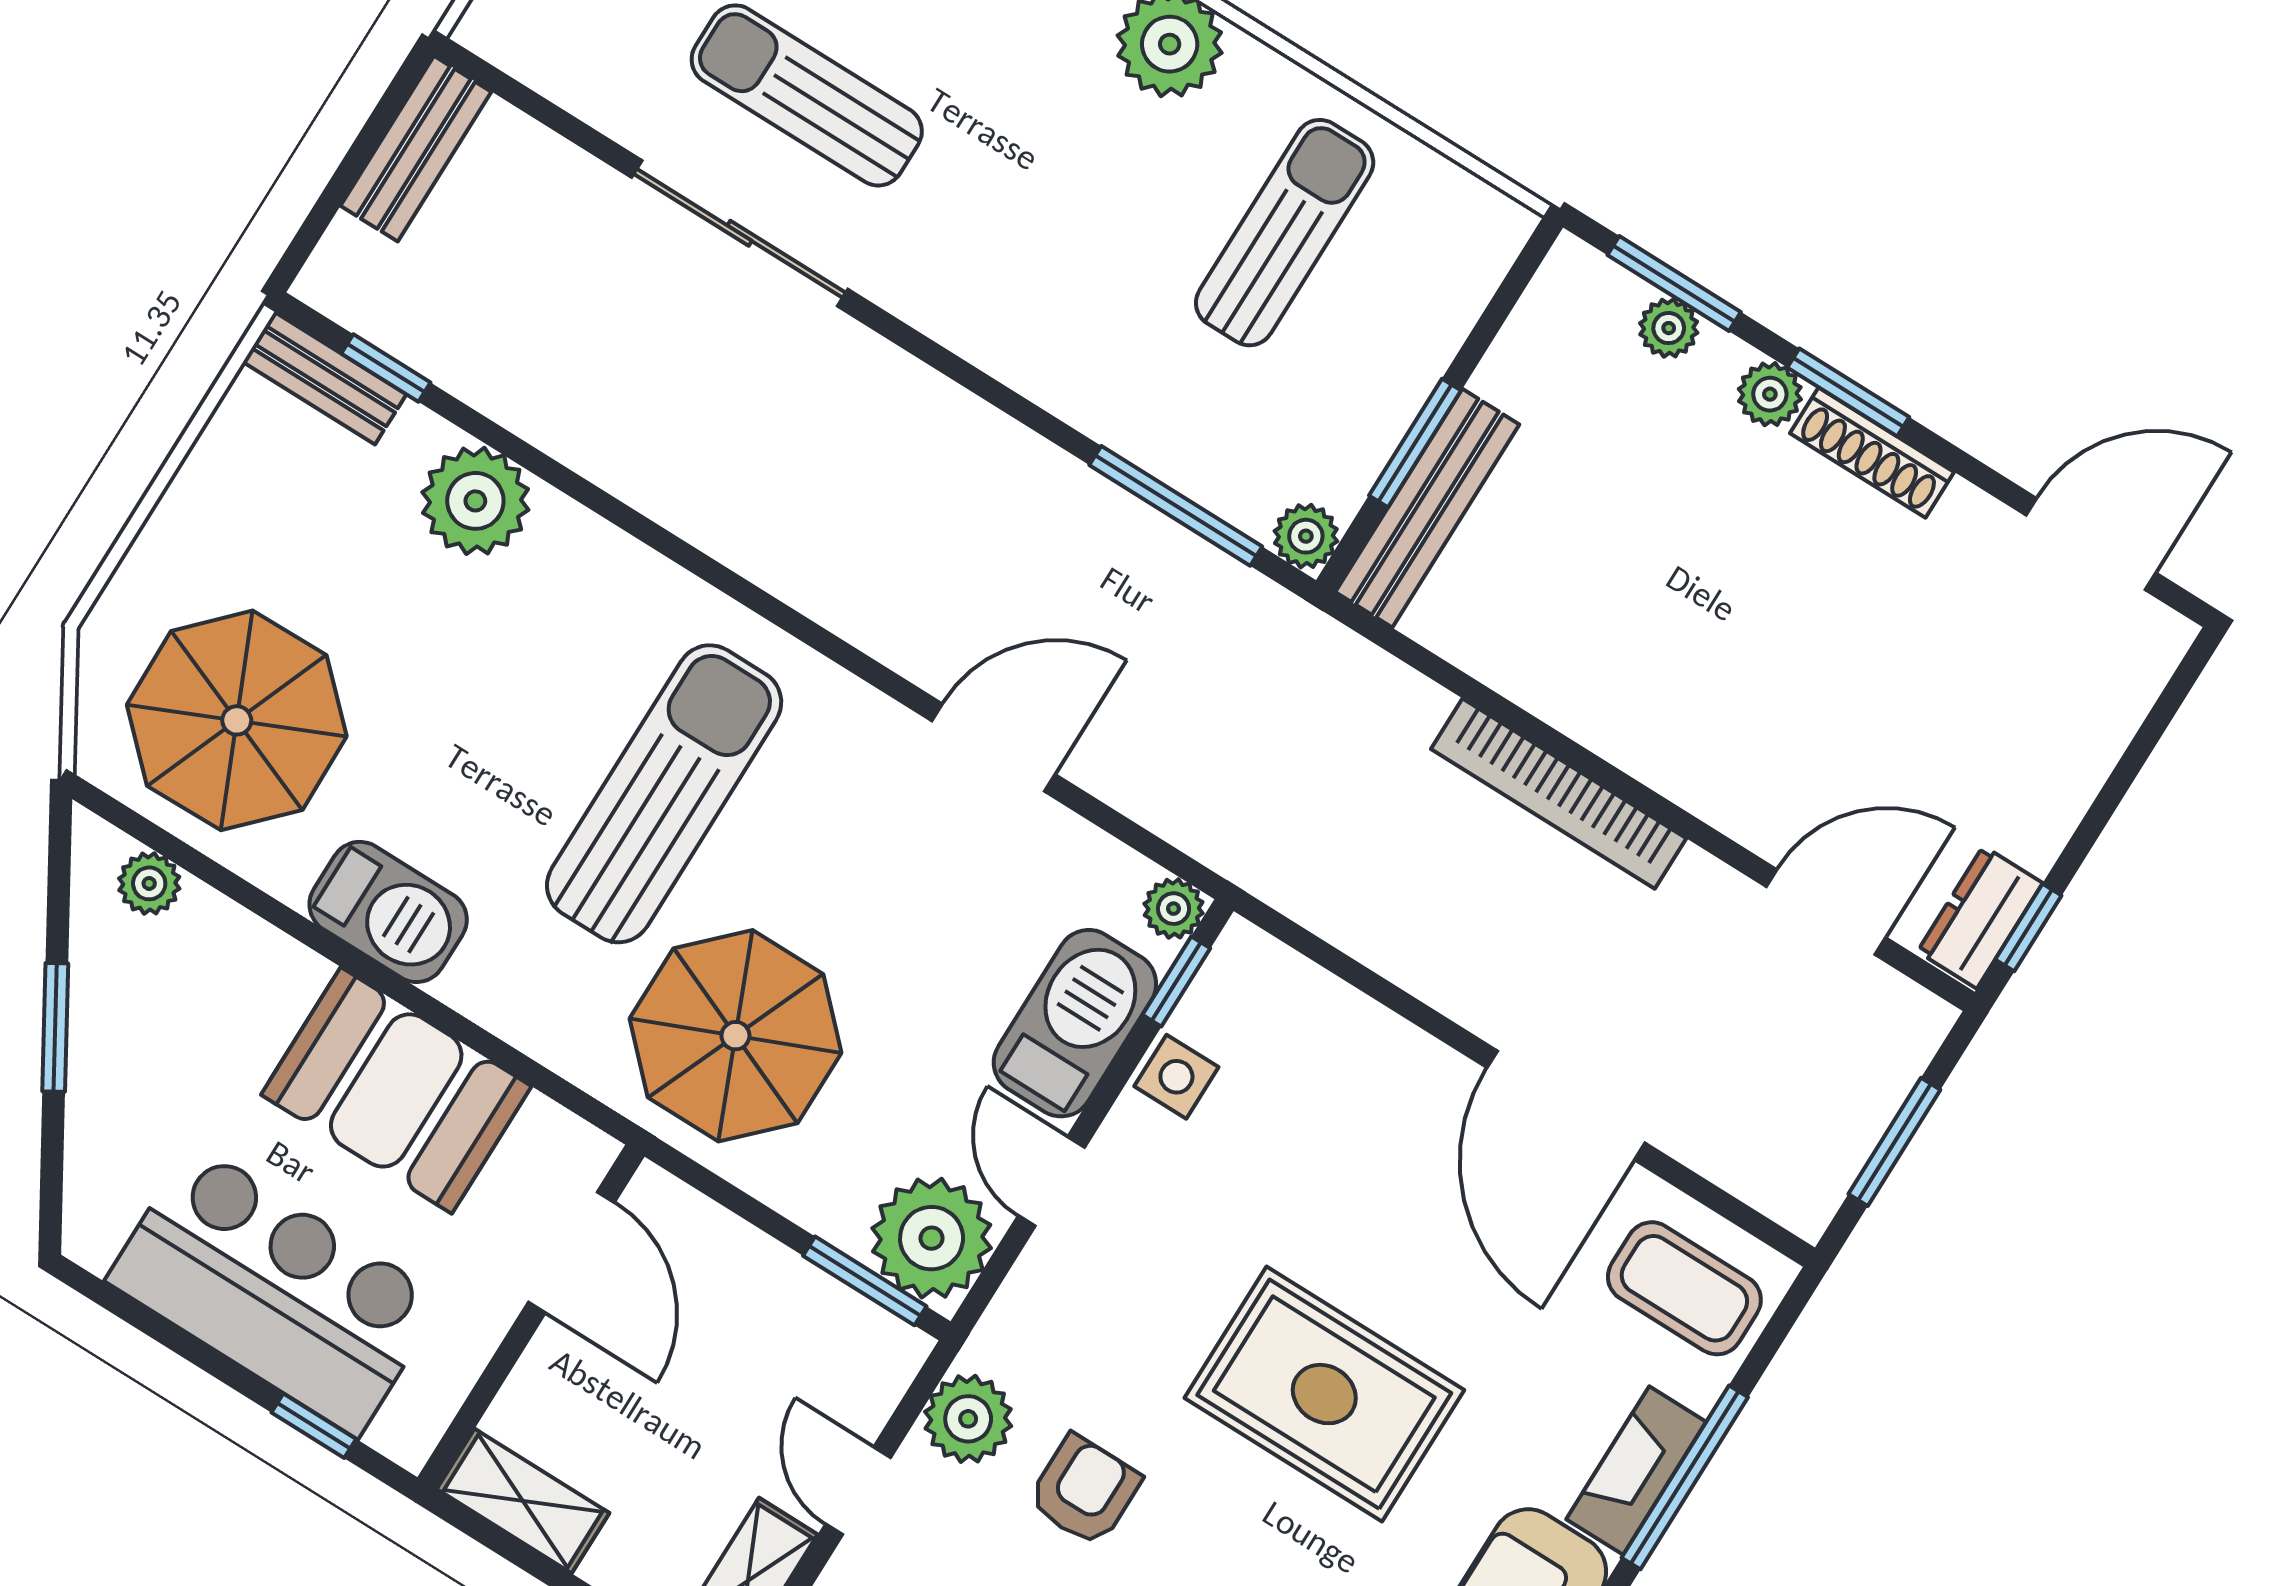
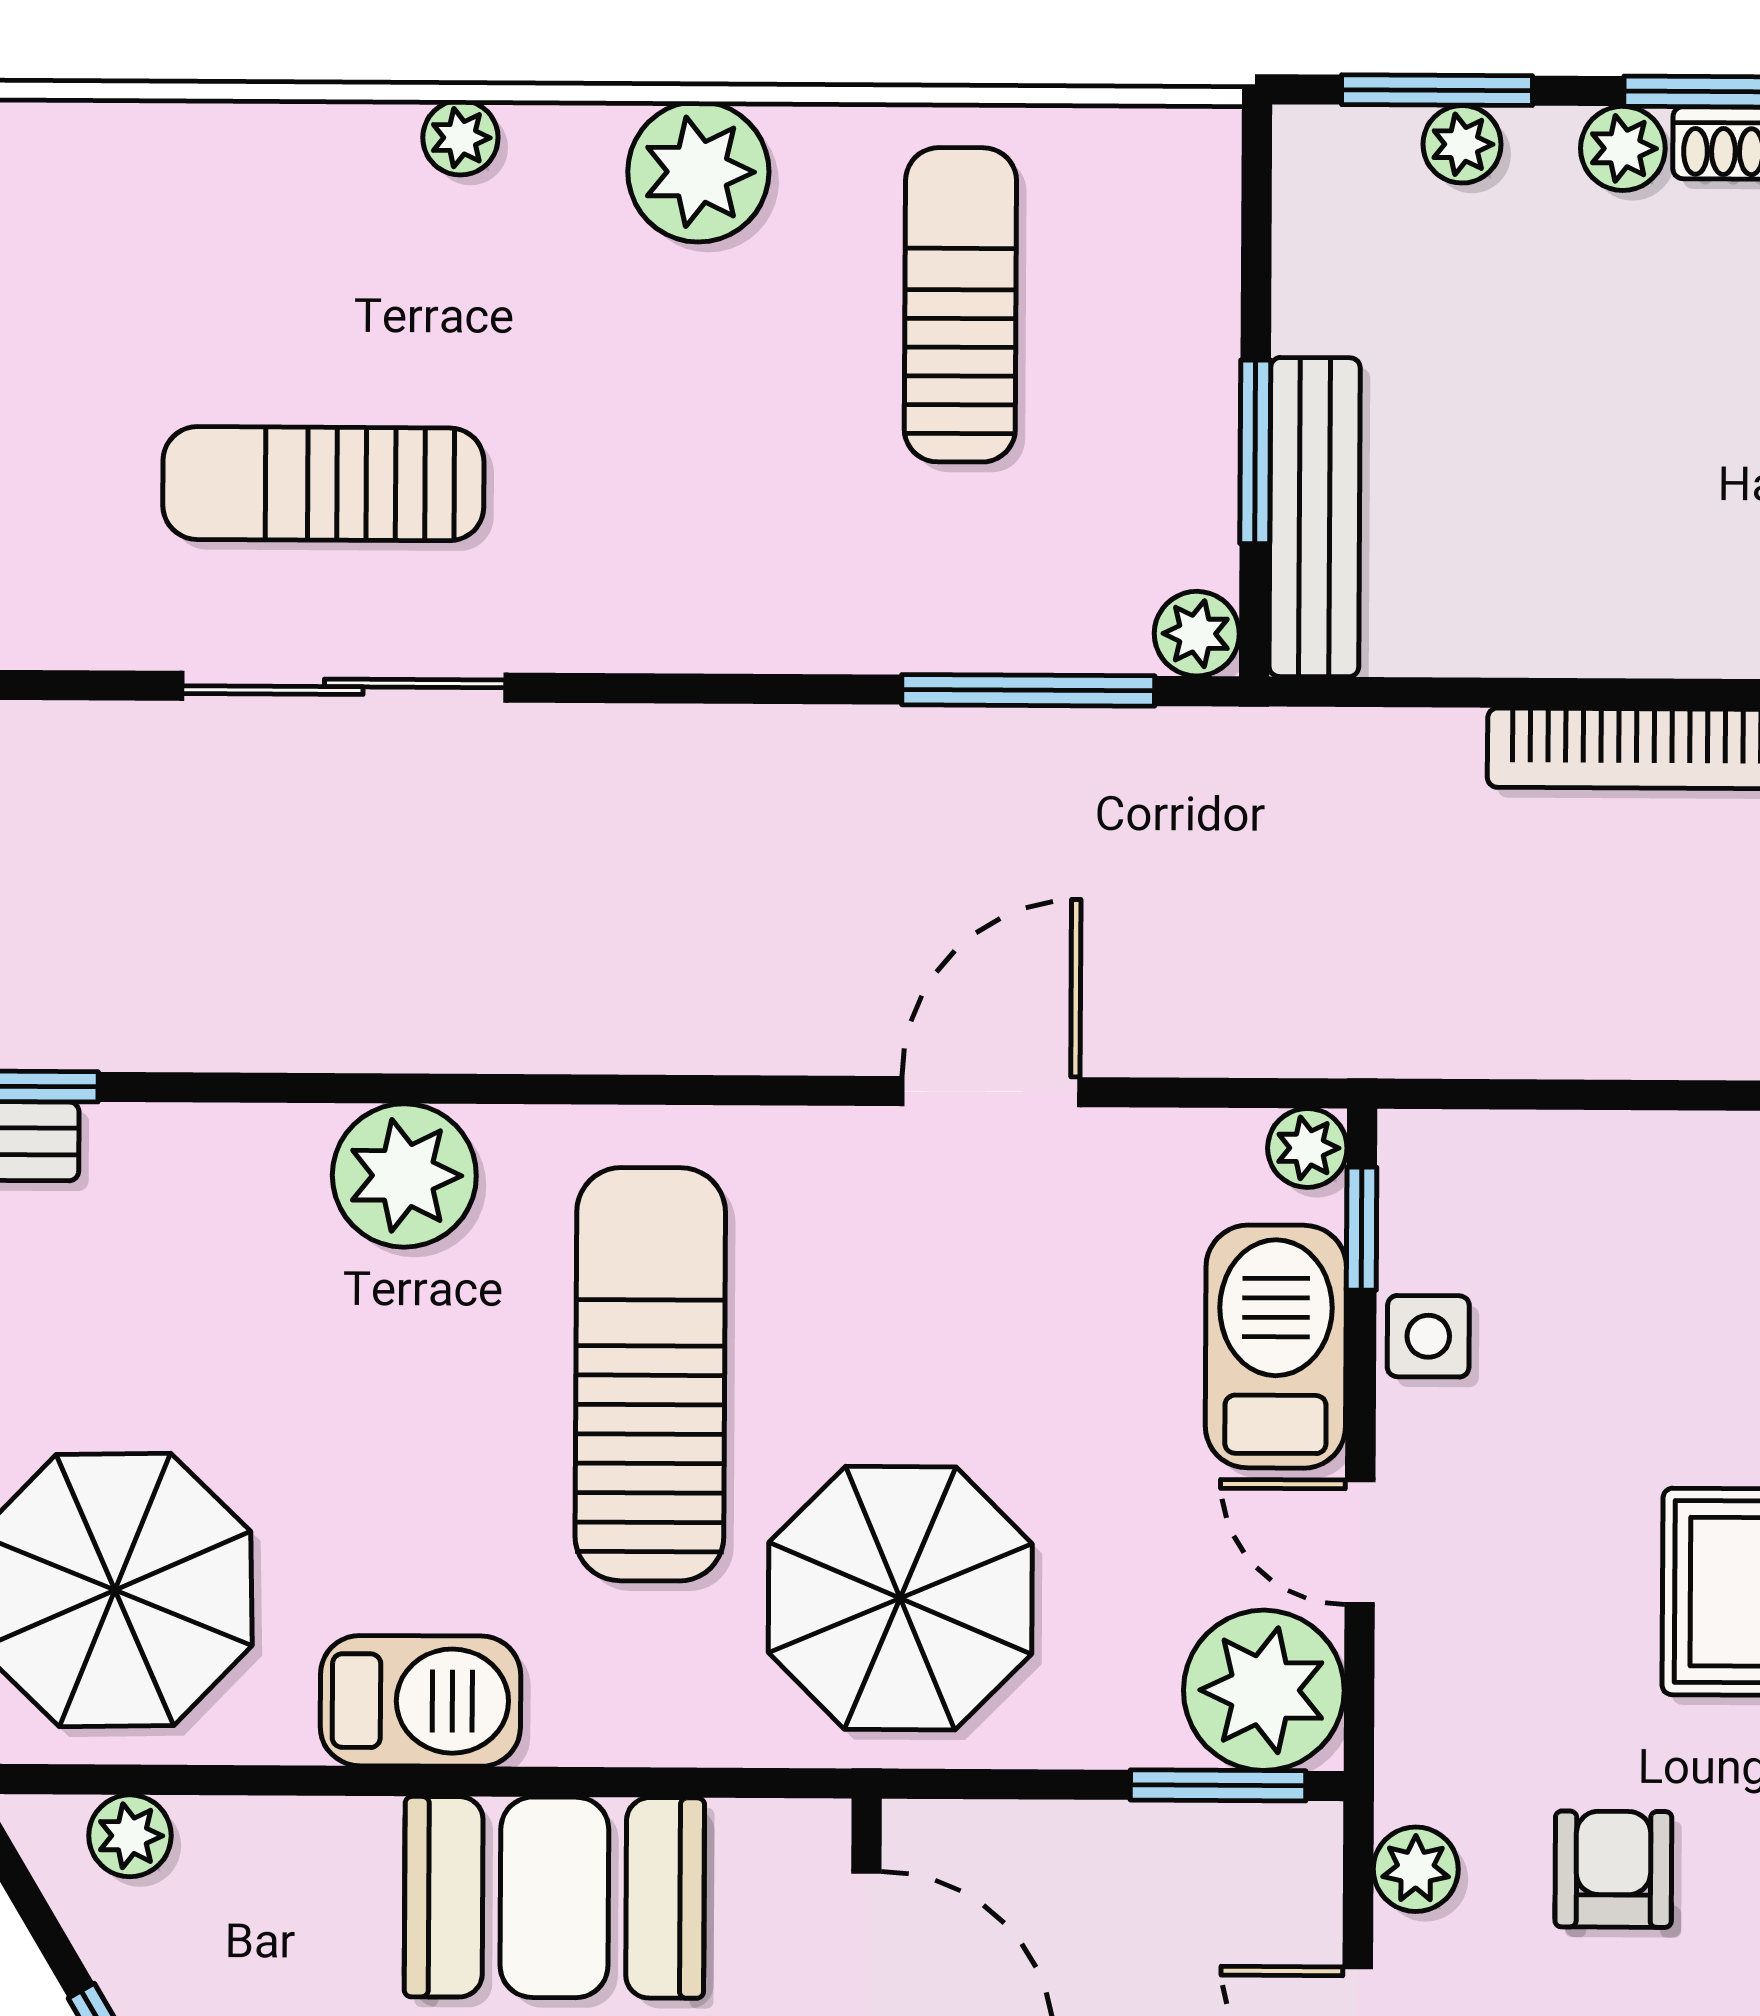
plant: (475, 501) -> (404, 1175), moved
plant: (968, 1419) -> (1416, 1869), width x0.73, depth x0.73

